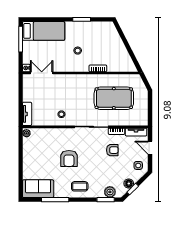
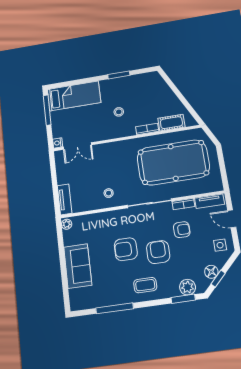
cot: (117, 66) -> (171, 123), added
double door: (42, 73) -> (77, 146), swing flipped
pool table: (114, 98) -> (173, 162), width x1.36, depth x1.32
armchair: (69, 158) -> (126, 249), turned 90
armchair: (93, 164) -> (158, 252), added
sofa: (38, 189) -> (78, 266), moved, turned 90

